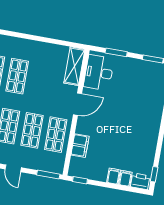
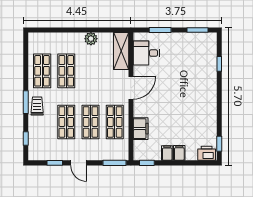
plant: (47, 49) -> (91, 39), added
desk: (99, 73) -> (146, 53), width x0.73
filing cabinet: (125, 178) -> (167, 153), moved

